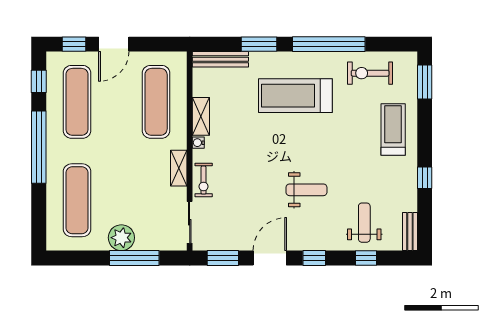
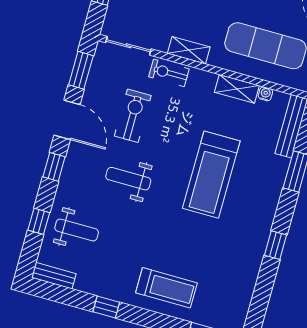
window: (329, 44) -> (276, 245), width x0.32
exercise bike: (370, 73) -> (133, 116), moved
treadmill: (295, 96) -> (211, 175), moved, turned 180
water cooler: (198, 143) -> (265, 94), moved
weight bench: (306, 190) -> (128, 179), turned 90

